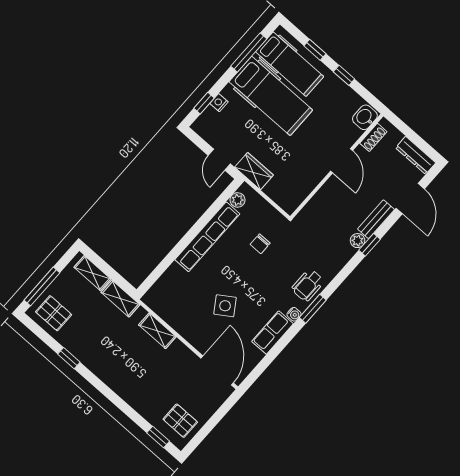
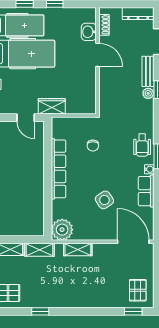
washbasin: (365, 117) -> (89, 32), moved
plant: (238, 200) -> (62, 230), moved, width x1.88, depth x1.88
pallet: (180, 421) -> (138, 290), turned 90

